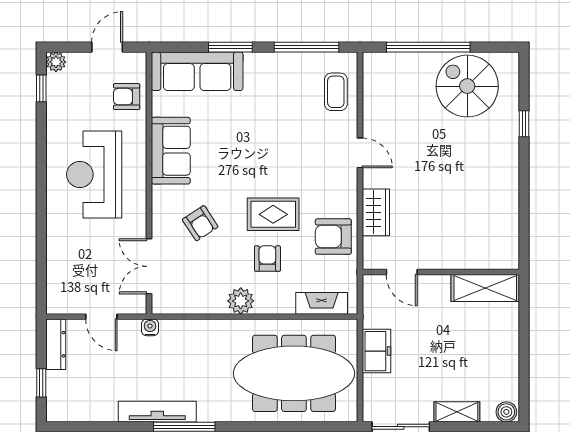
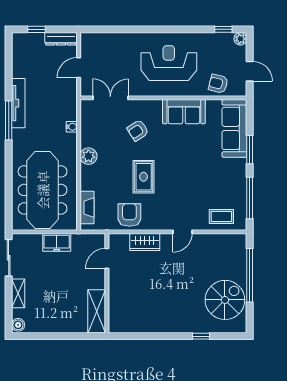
armchair: (127, 97) -> (218, 84), turned -76
armchair: (267, 259) -> (115, 173), removed
water cooler: (150, 327) -> (72, 127), moved

